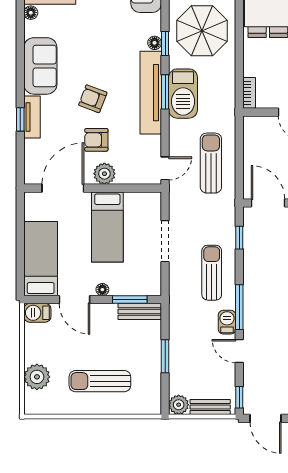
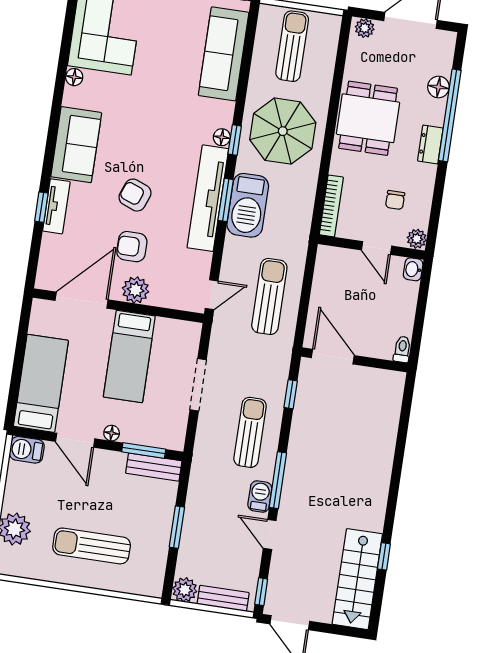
bookcase: (249, 93) -> (331, 206), width x1.56

